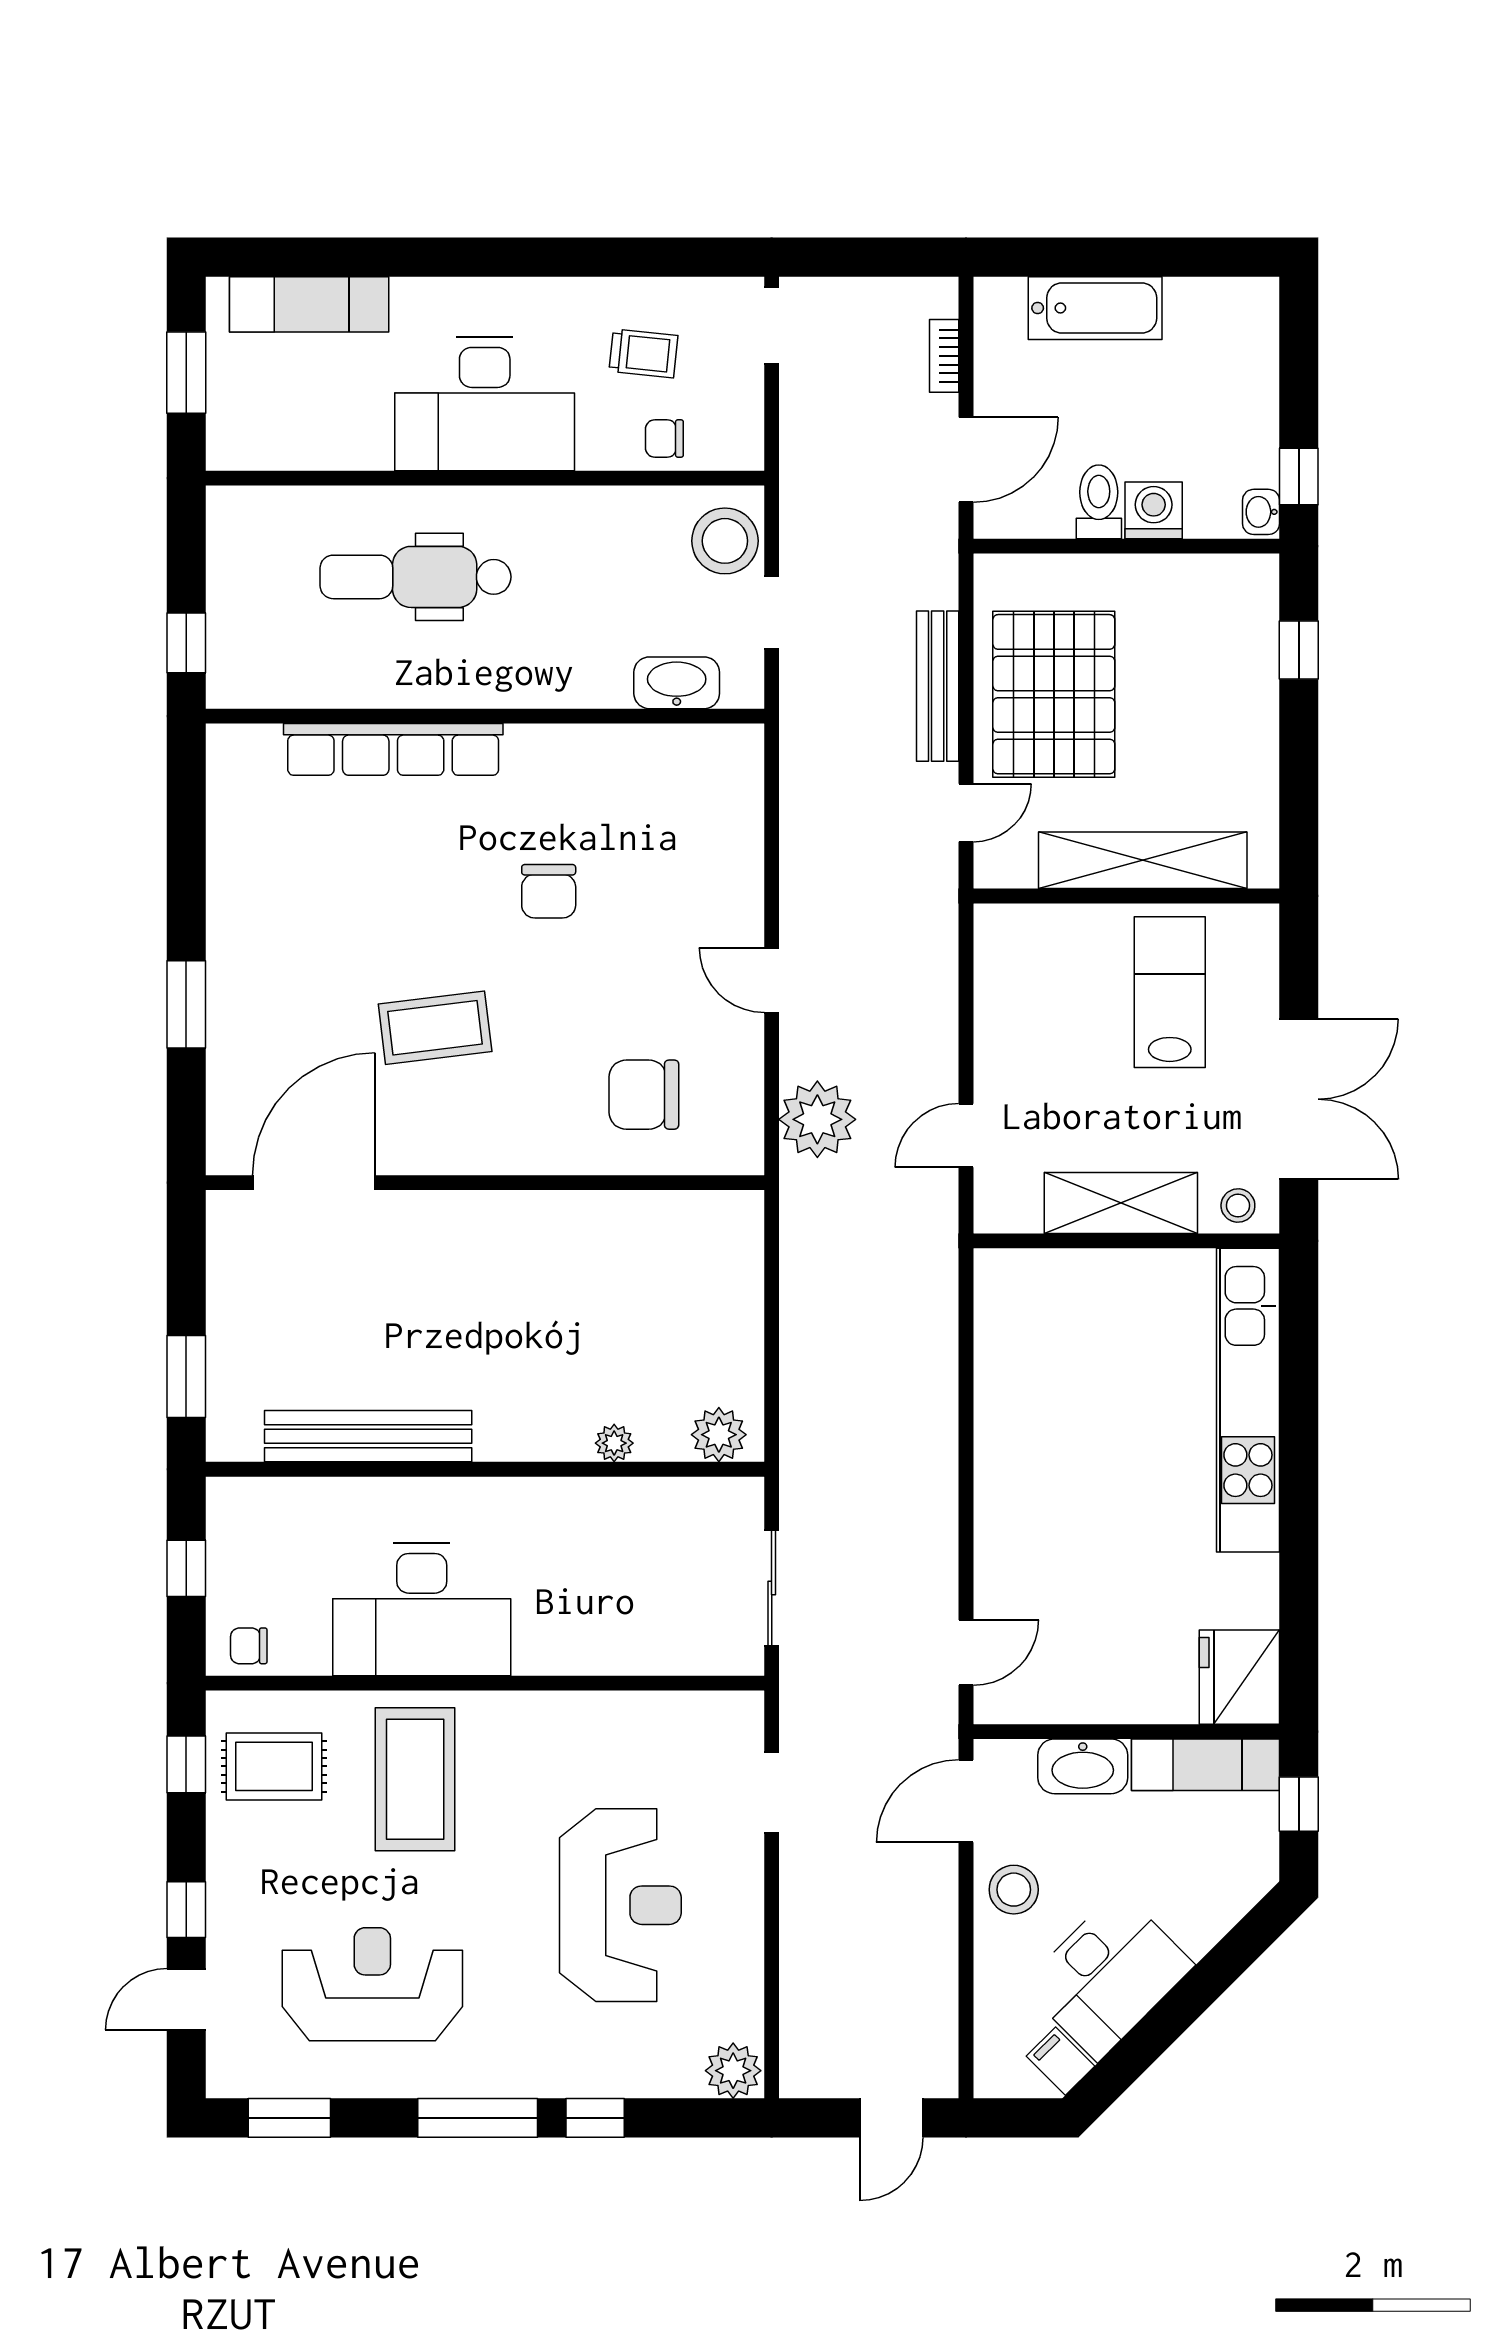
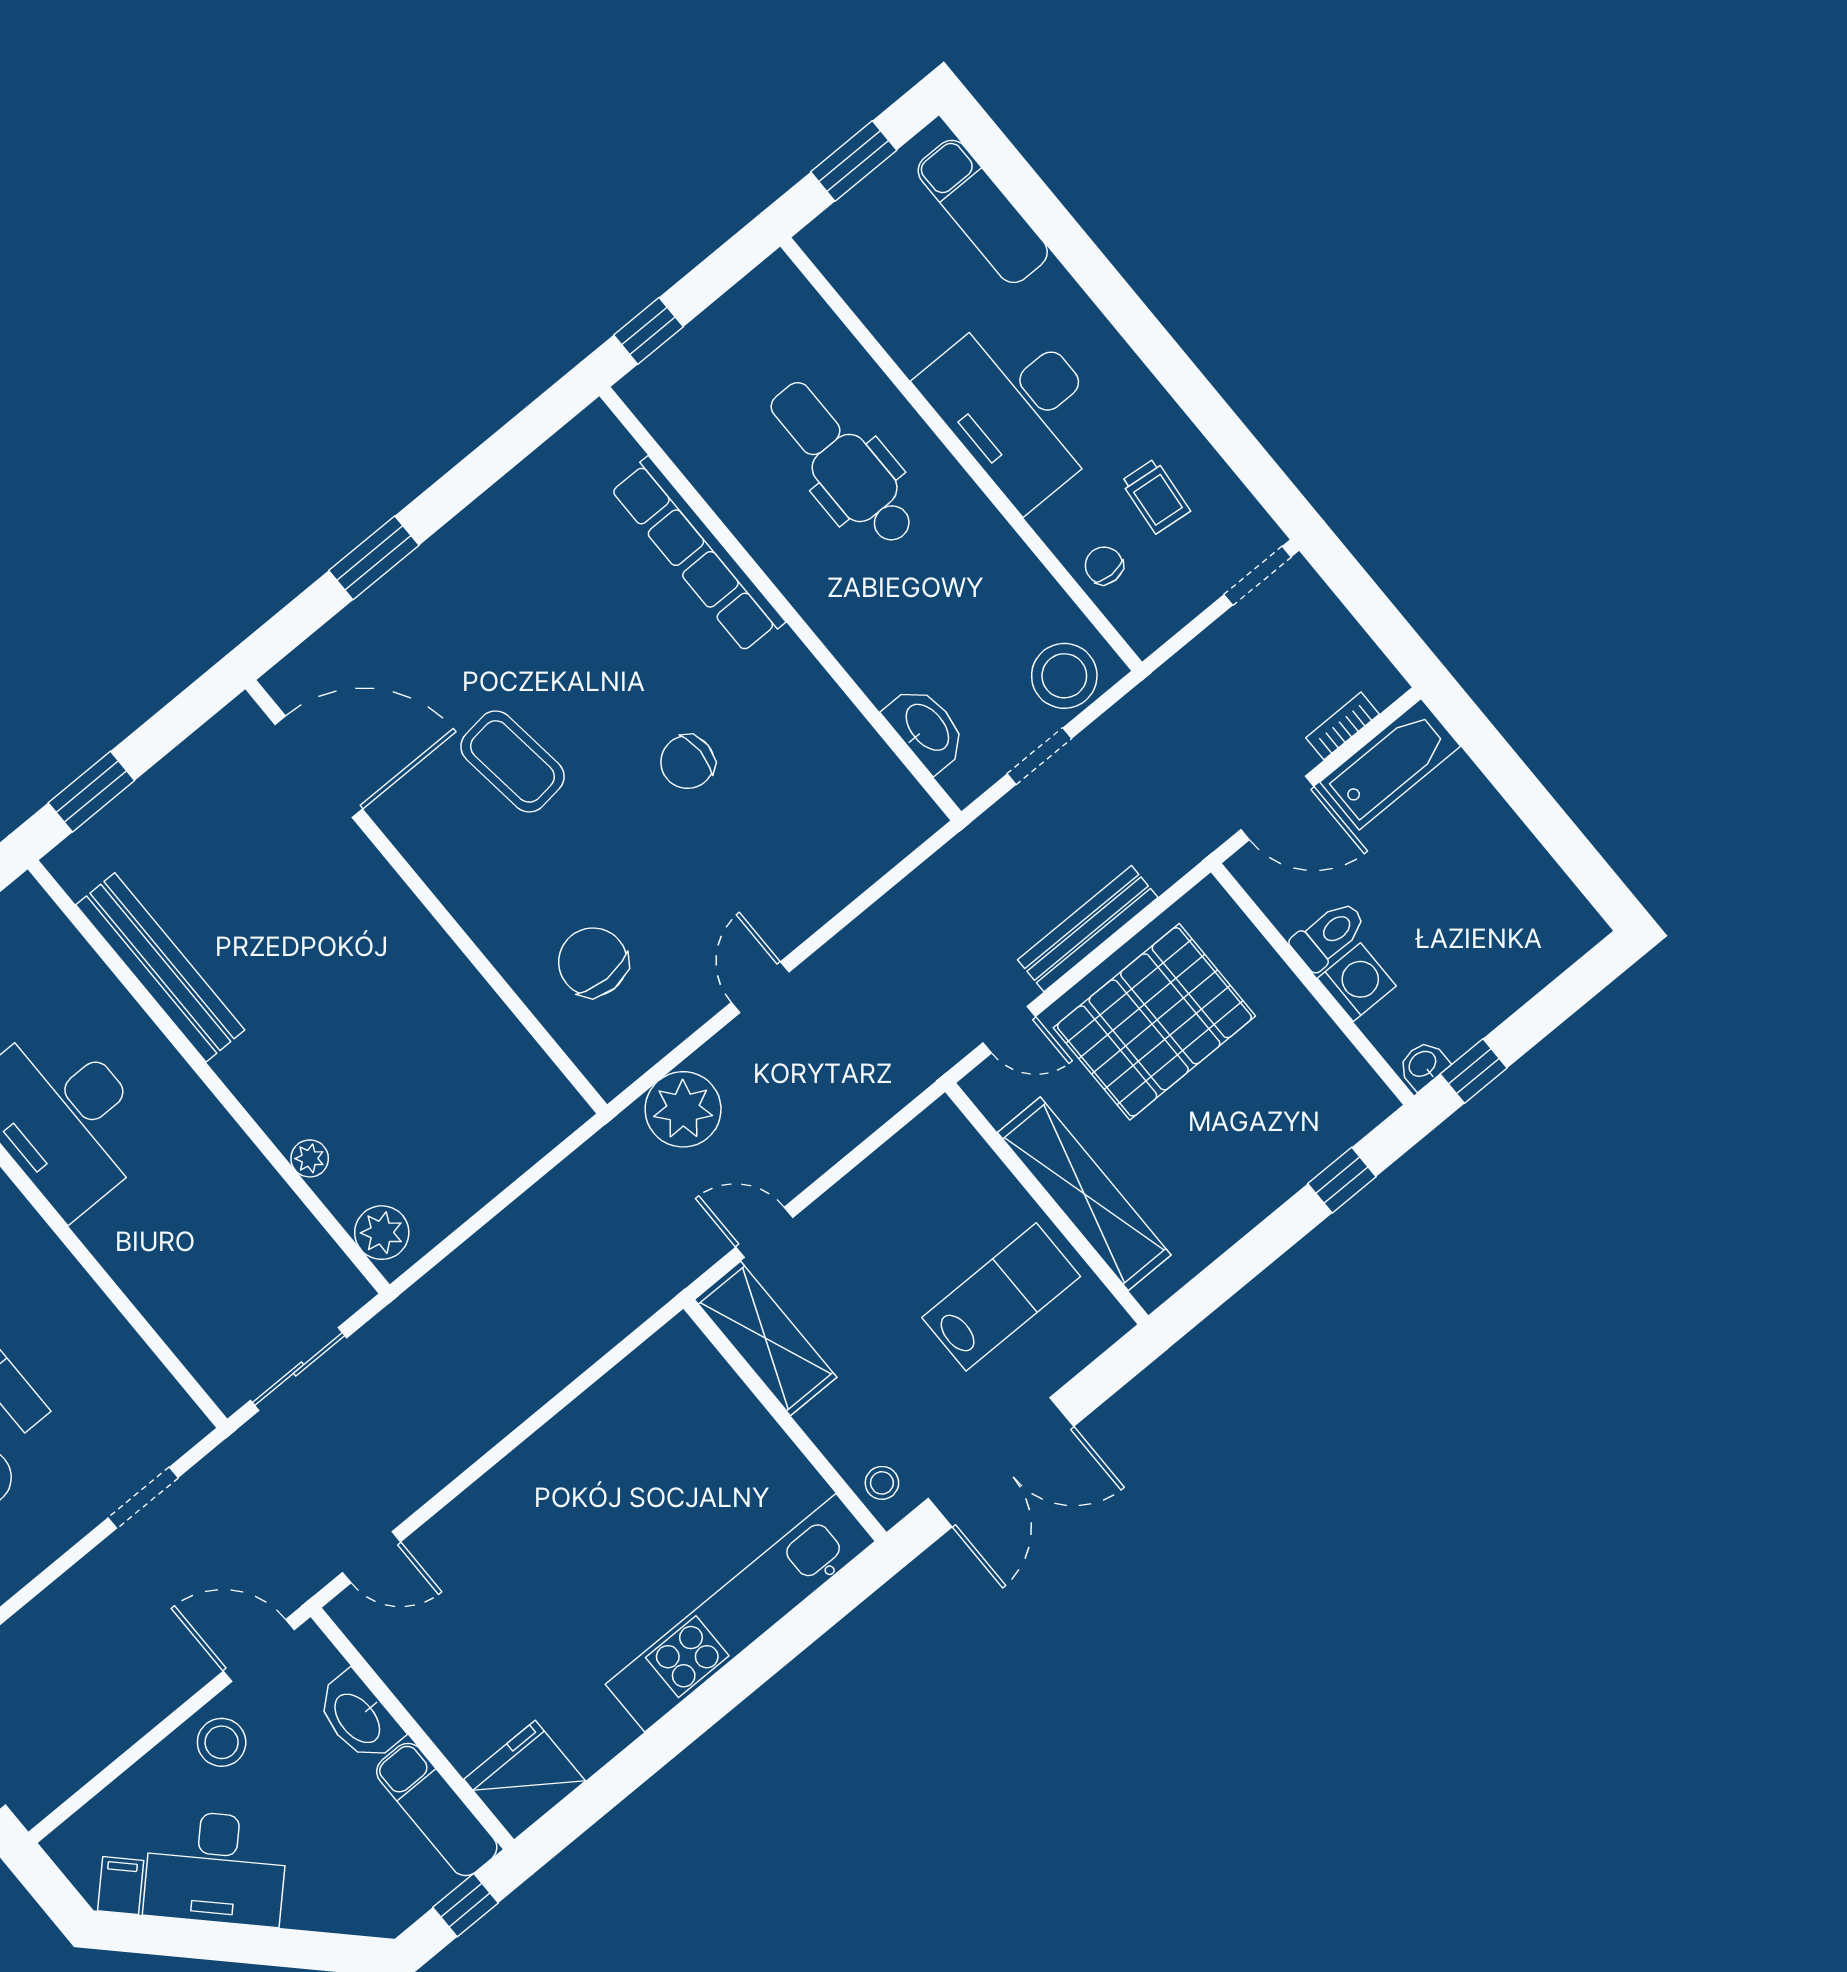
bathtub: (1095, 308) -> (1390, 764), moved, turned -90
shelving: (1121, 1203) -> (766, 1338), moved

